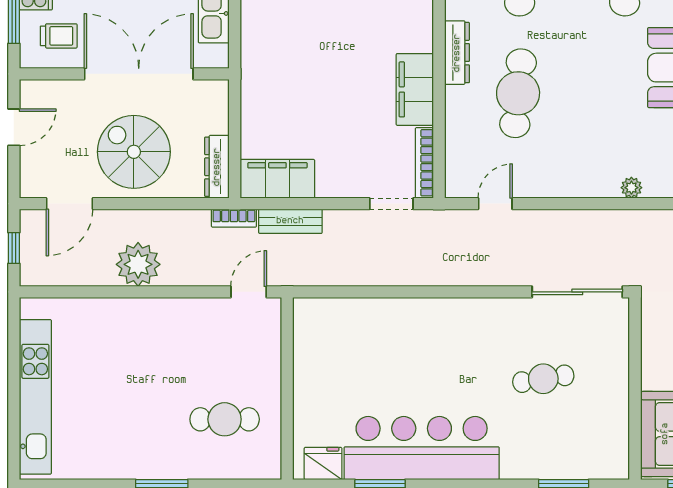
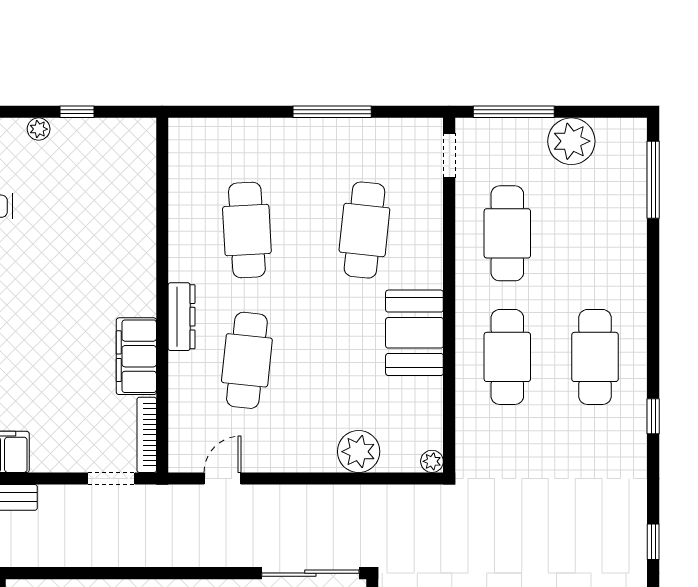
plant: (631, 188) -> (359, 452), width x1.87, depth x1.87

